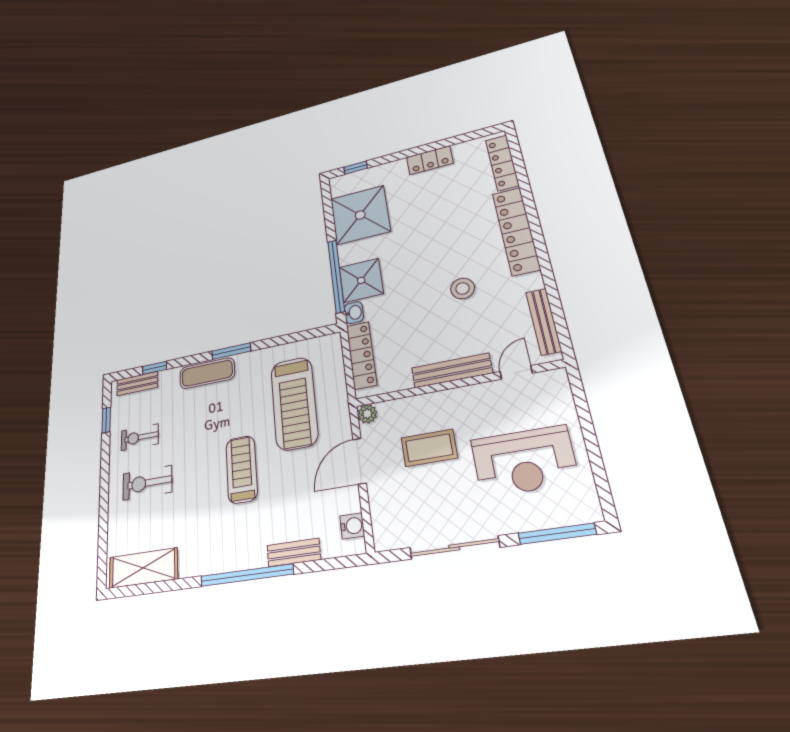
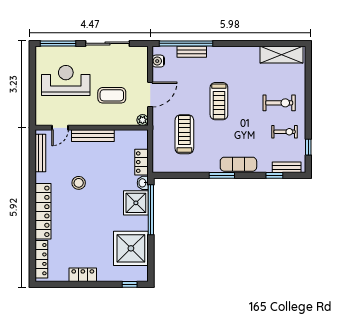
locker: (361, 355) -> (142, 162), width x0.66
treadmill: (294, 403) -> (184, 134), width x0.73, depth x0.73
window: (247, 575) -> (186, 43), moved

